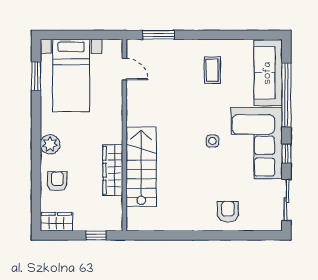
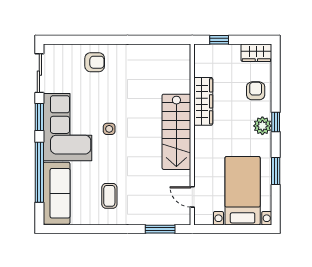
window: (36, 76) -> (276, 171), moved
window: (36, 148) -> (276, 122), added
window: (286, 154) -> (39, 117), width x1.50
stairs: (141, 167) -> (176, 132), moved
armchair: (57, 181) -> (256, 91), turned 180
armchair: (228, 212) -> (95, 62), turned -90

